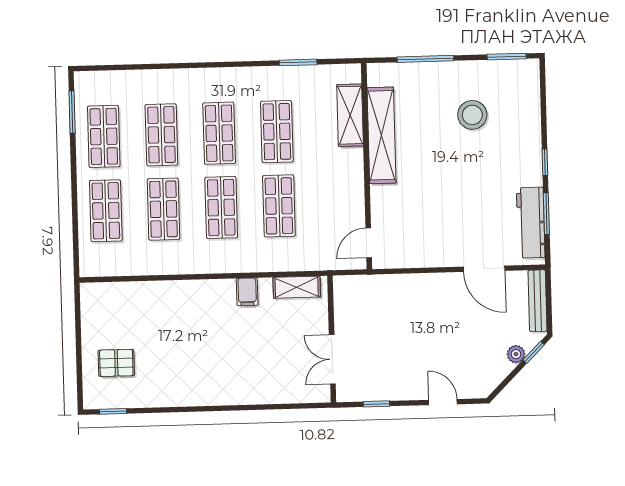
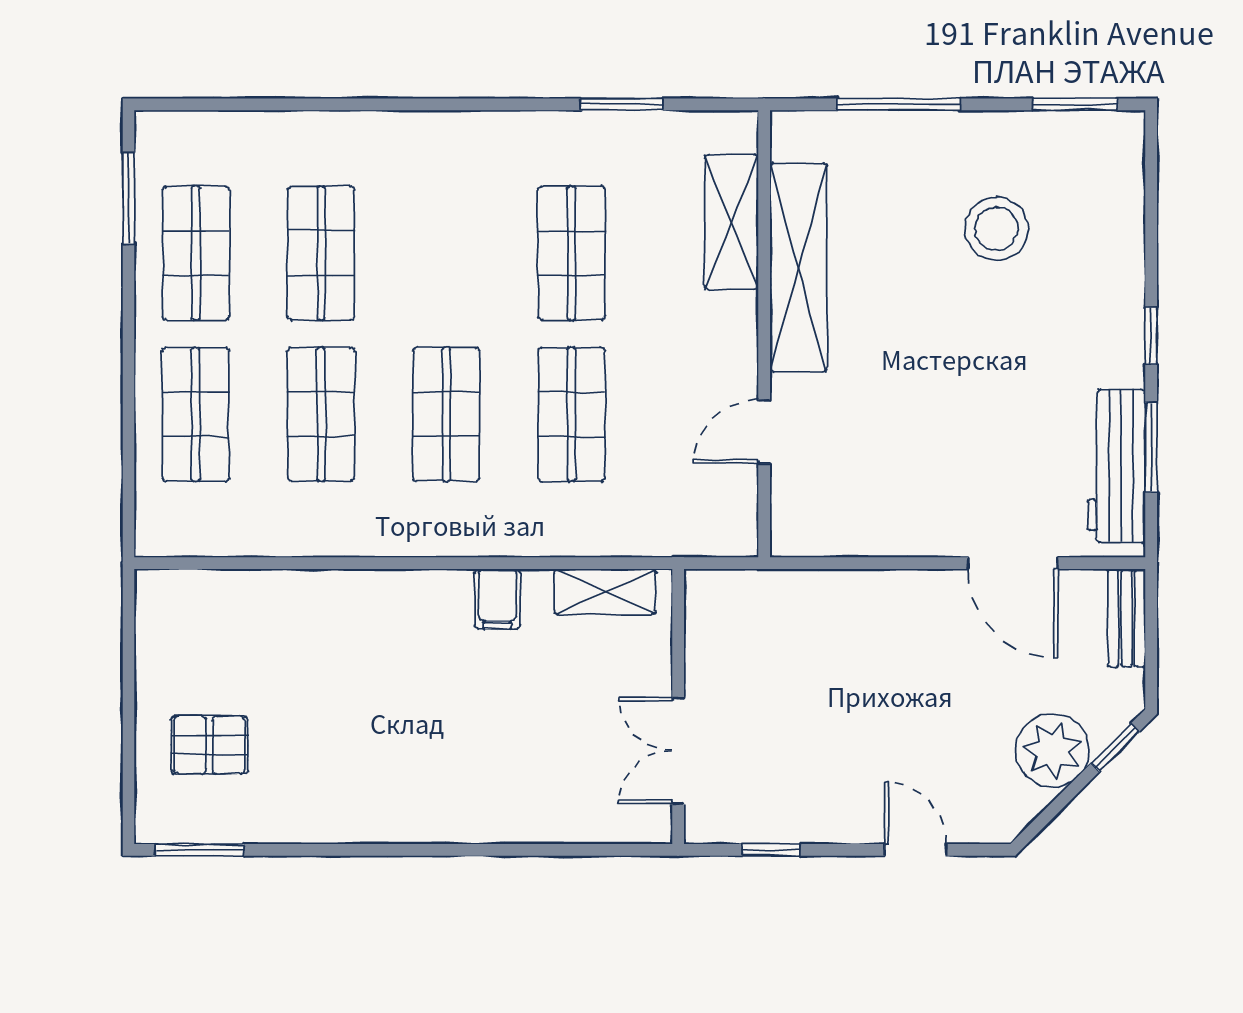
shop shelf: (219, 133) -> (446, 253), removed
door: (369, 243) -> (764, 432), moved
bench: (538, 301) -> (1127, 618), width x0.73
plant: (516, 354) -> (1052, 750), width x1.88, depth x1.88
window: (113, 411) -> (199, 850), width x1.50

